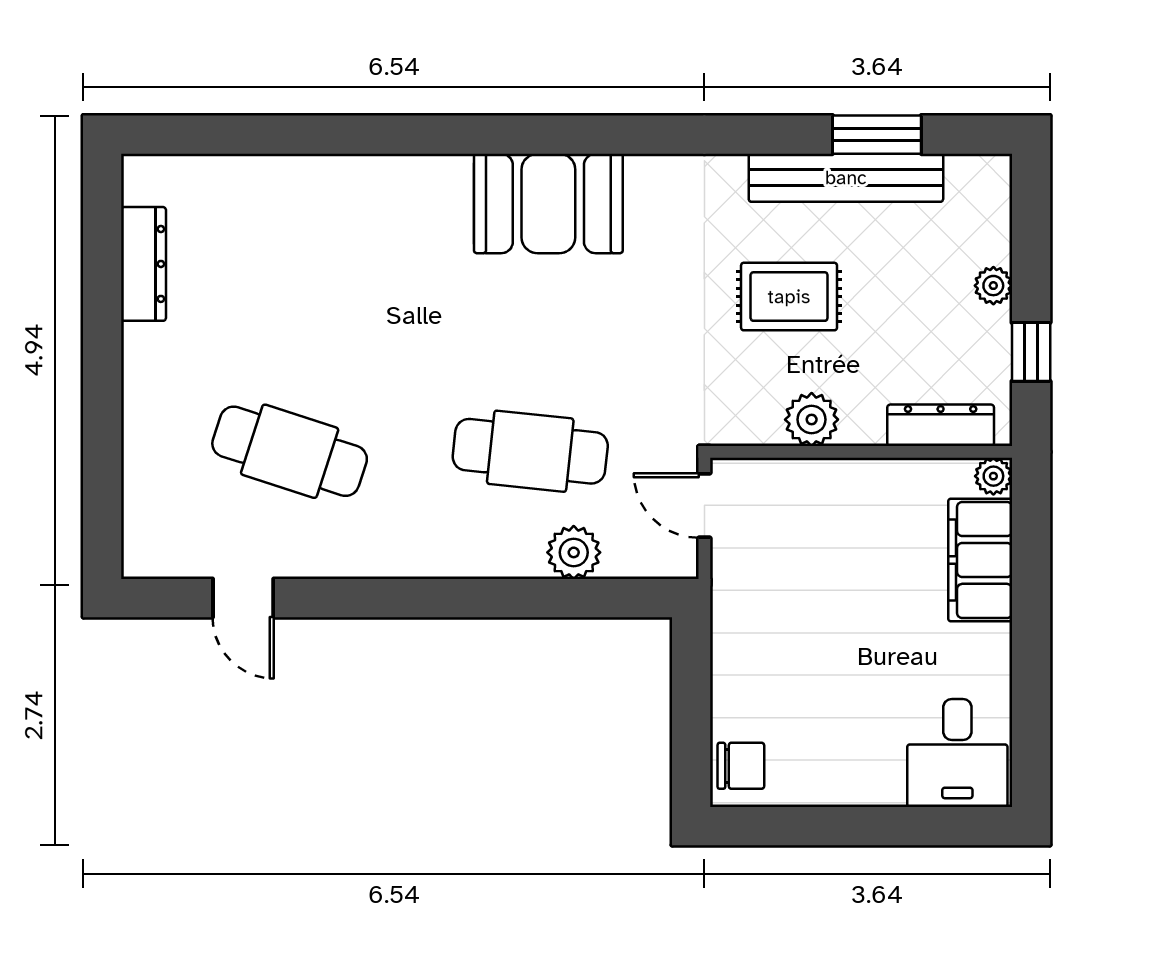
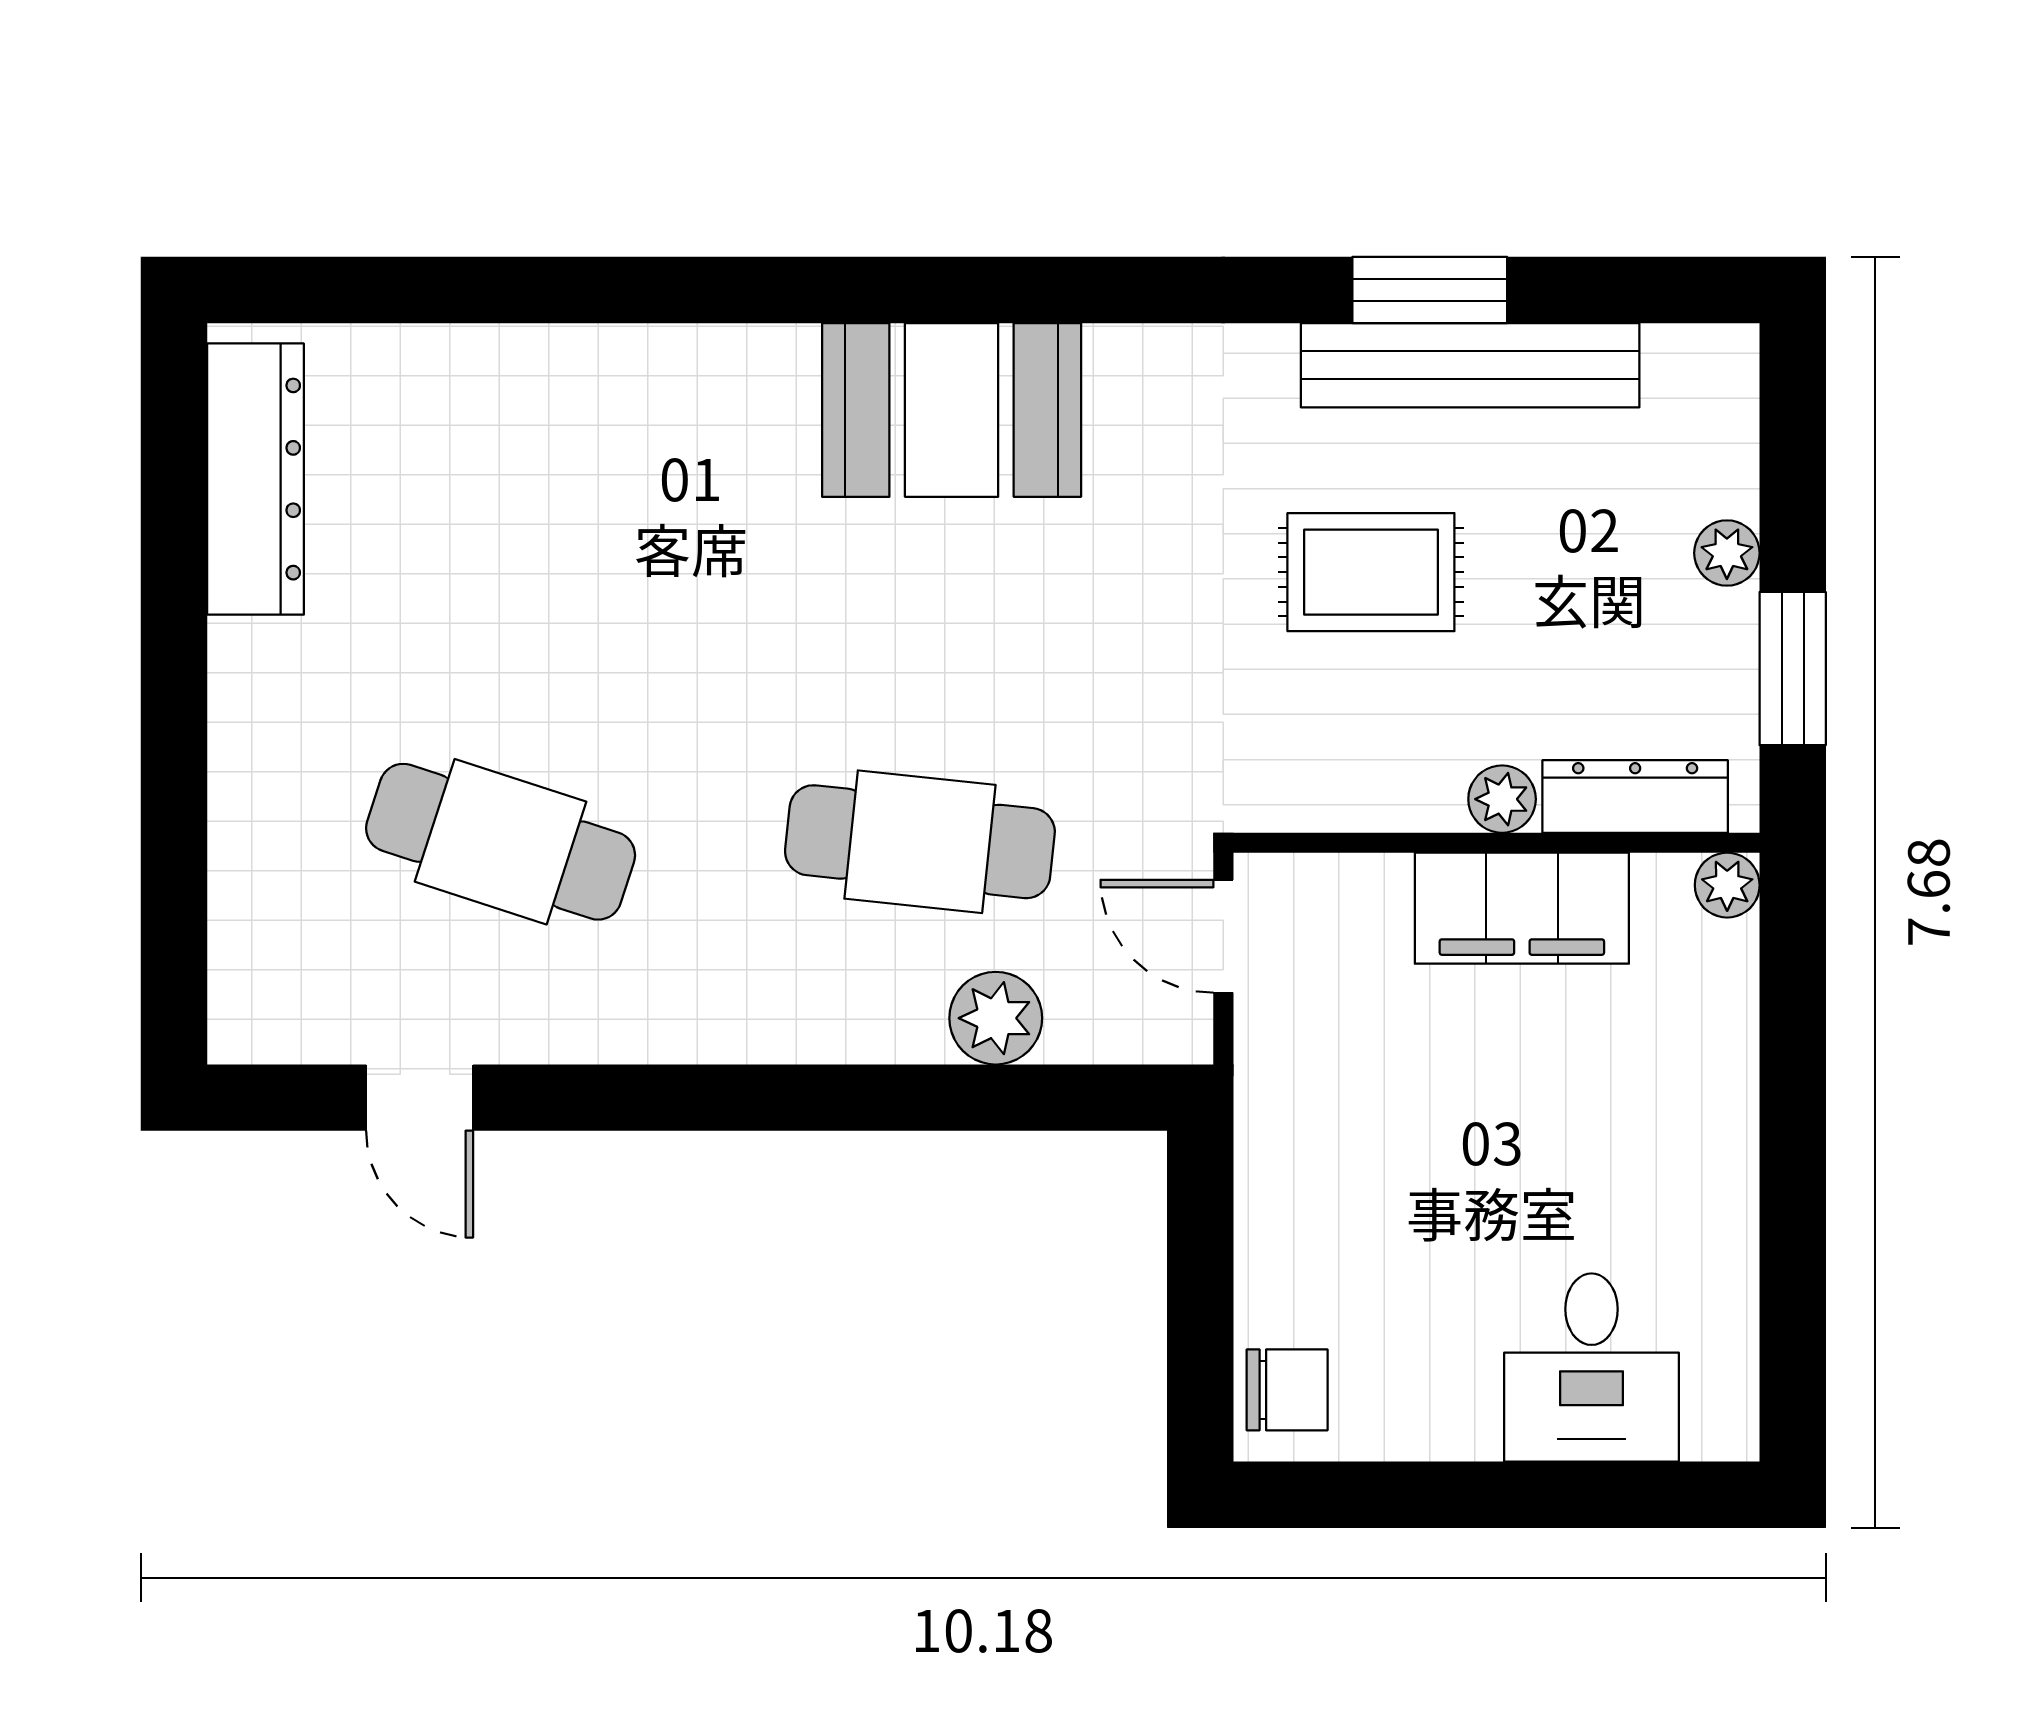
window: (877, 135) -> (1430, 290), moved
dresser: (144, 264) -> (255, 479), width x1.37, depth x1.24
window: (1031, 352) -> (1793, 669), width x1.50
plant: (812, 420) -> (1502, 799), moved, width x0.73, depth x0.73
filing cabinet: (980, 560) -> (1522, 908), moved, turned -90
desk: (957, 753) -> (1591, 1368), moved

